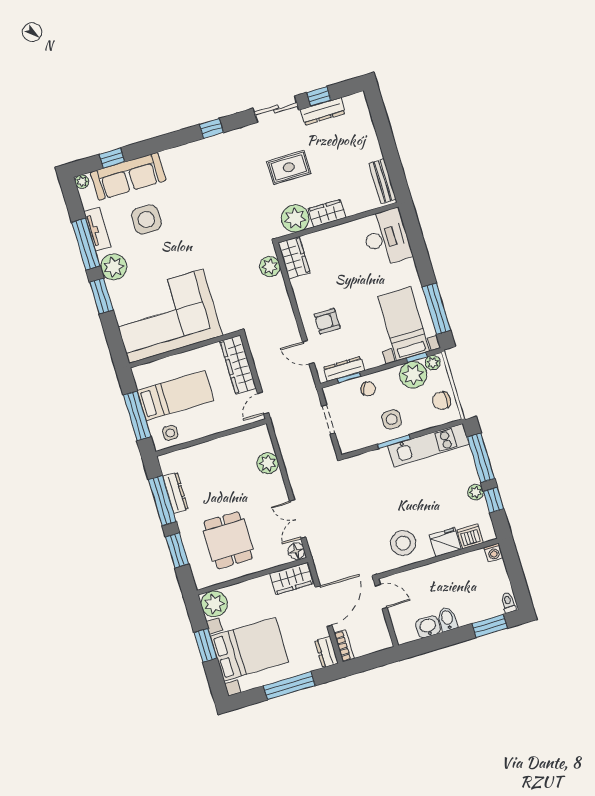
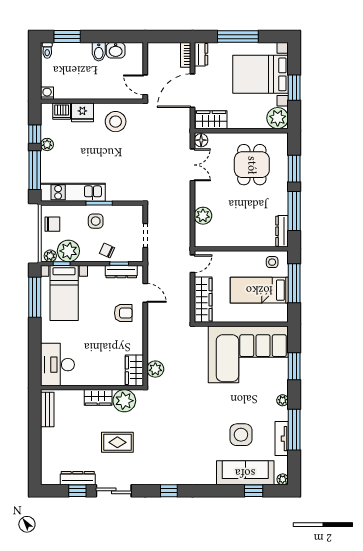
plant: (114, 267) -> (283, 400), width x0.53, depth x0.53
window: (101, 296) -> (294, 366), moved
dresser: (176, 493) -> (282, 231), moved

